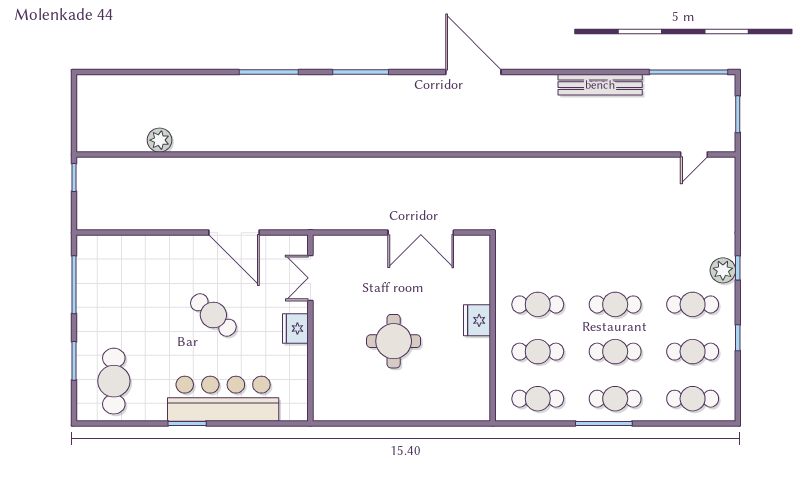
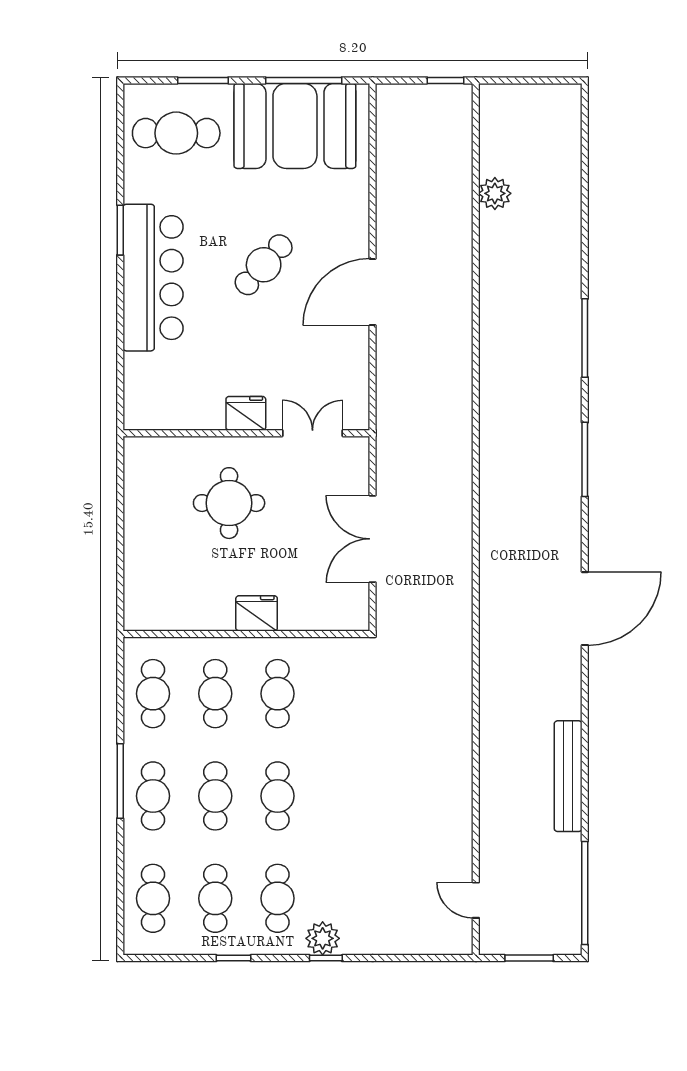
double door: (310, 278) -> (313, 433), moved
booth: (108, 291) -> (295, 126), added
fridge: (295, 328) -> (246, 413), moved
wall: (310, 328) -> (246, 433), moved

